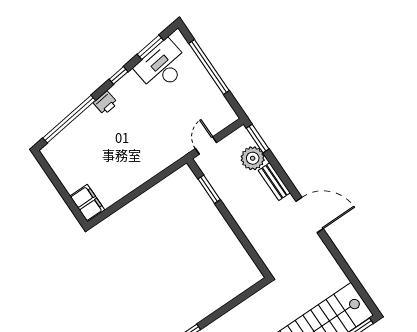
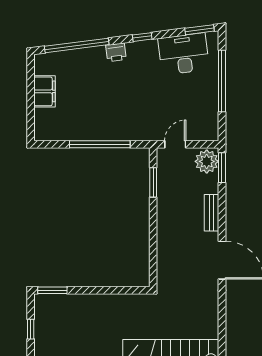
window: (150, 47) -> (199, 30), moved
plant: (253, 158) -> (207, 161), moved
window: (144, 188) -> (100, 144), added
filing cabinet: (87, 203) -> (45, 91), moved

